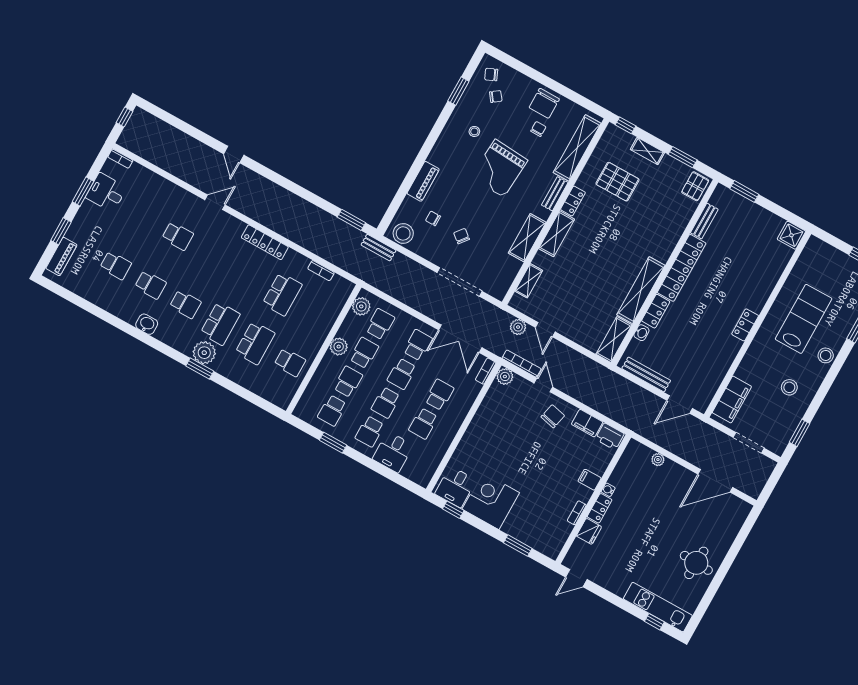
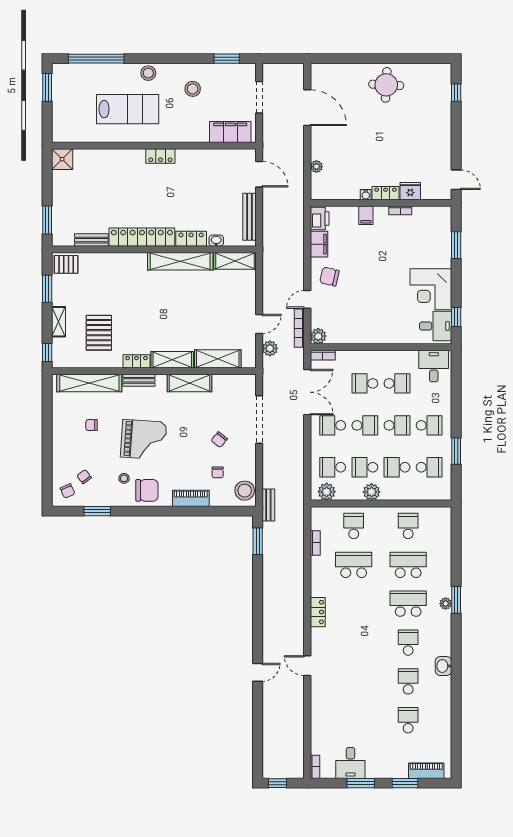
chair: (544, 103) -> (147, 490), moved
school desk: (178, 236) -> (354, 526), moved
locker: (265, 242) -> (318, 612), width x0.66
shelving: (529, 281) -> (218, 359), width x1.50, depth x1.33
lab bench: (804, 319) -> (128, 109), turned 180
plant: (204, 353) -> (446, 604), width x0.53, depth x0.53
desk: (393, 452) -> (434, 366), moved, turned -90
kitchen unit: (658, 607) -> (442, 97), removed

